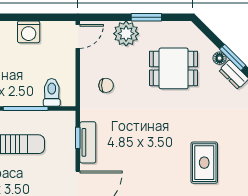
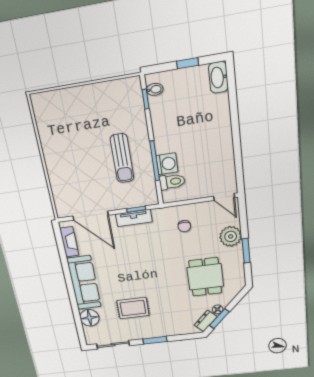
washing machine: (29, 32) -> (167, 164), moved, turned 180

